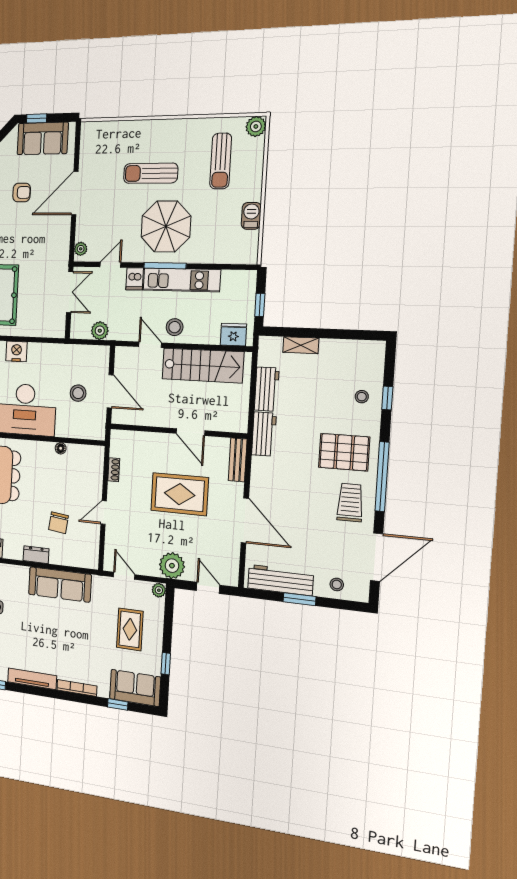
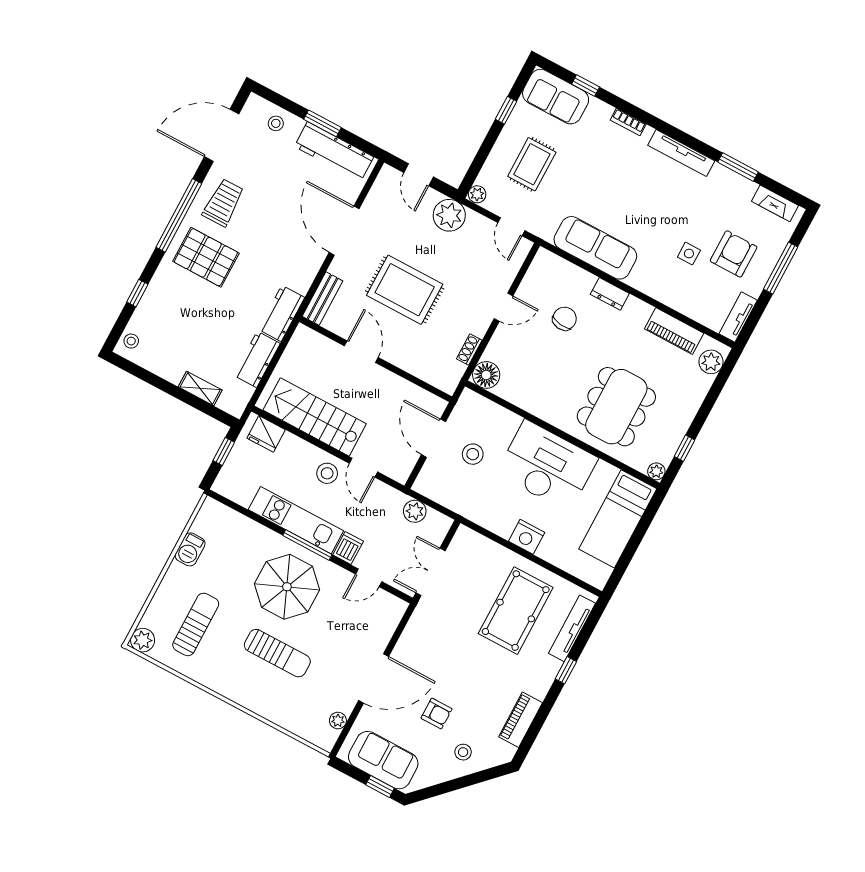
armchair: (22, 192) -> (437, 713), turned 180
plant: (81, 249) -> (338, 721), moved
stool: (362, 397) -> (131, 341), moved
floor lamp: (61, 448) -> (486, 375), moved, width x1.89, depth x1.89
trolley: (350, 502) -> (223, 203), turned 180
bookcase: (77, 688) -> (628, 122), width x0.64

